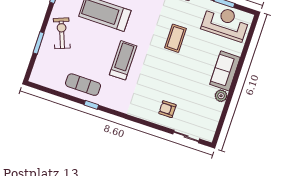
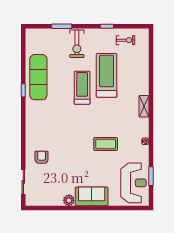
exercise bike: (62, 33) -> (77, 44), turned 111
treadmill: (123, 60) -> (82, 88), moved, turned -90
exercise mat: (83, 85) -> (38, 77), width x1.36, depth x1.45

